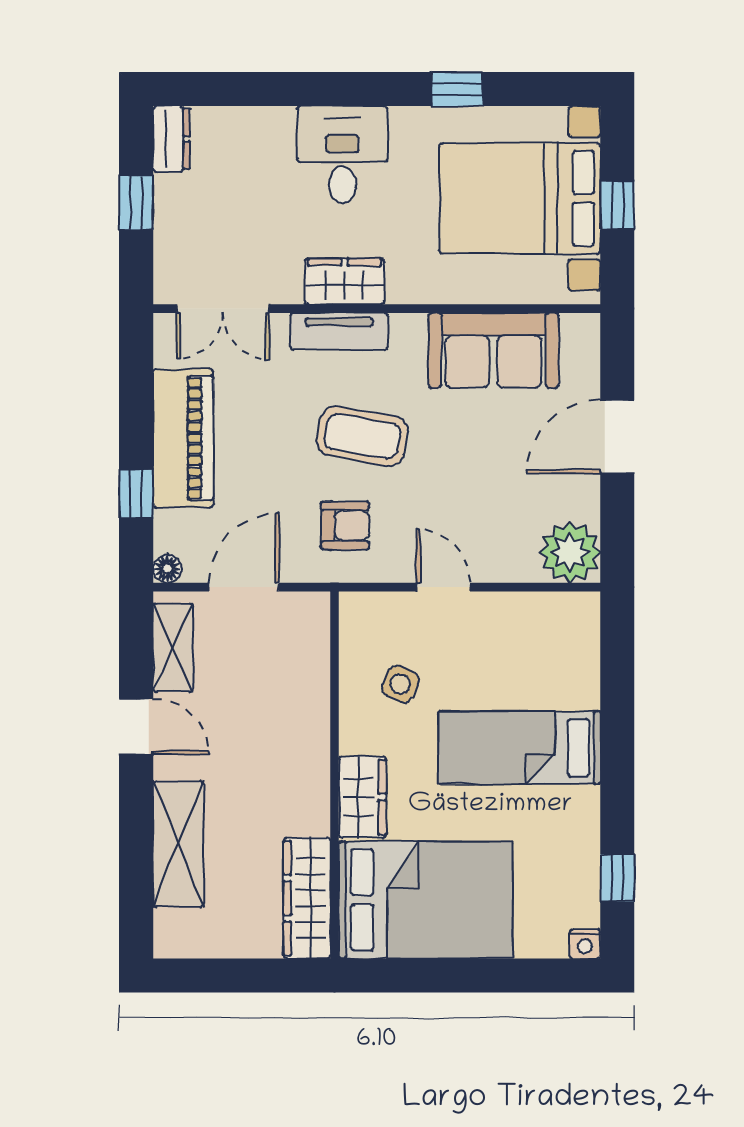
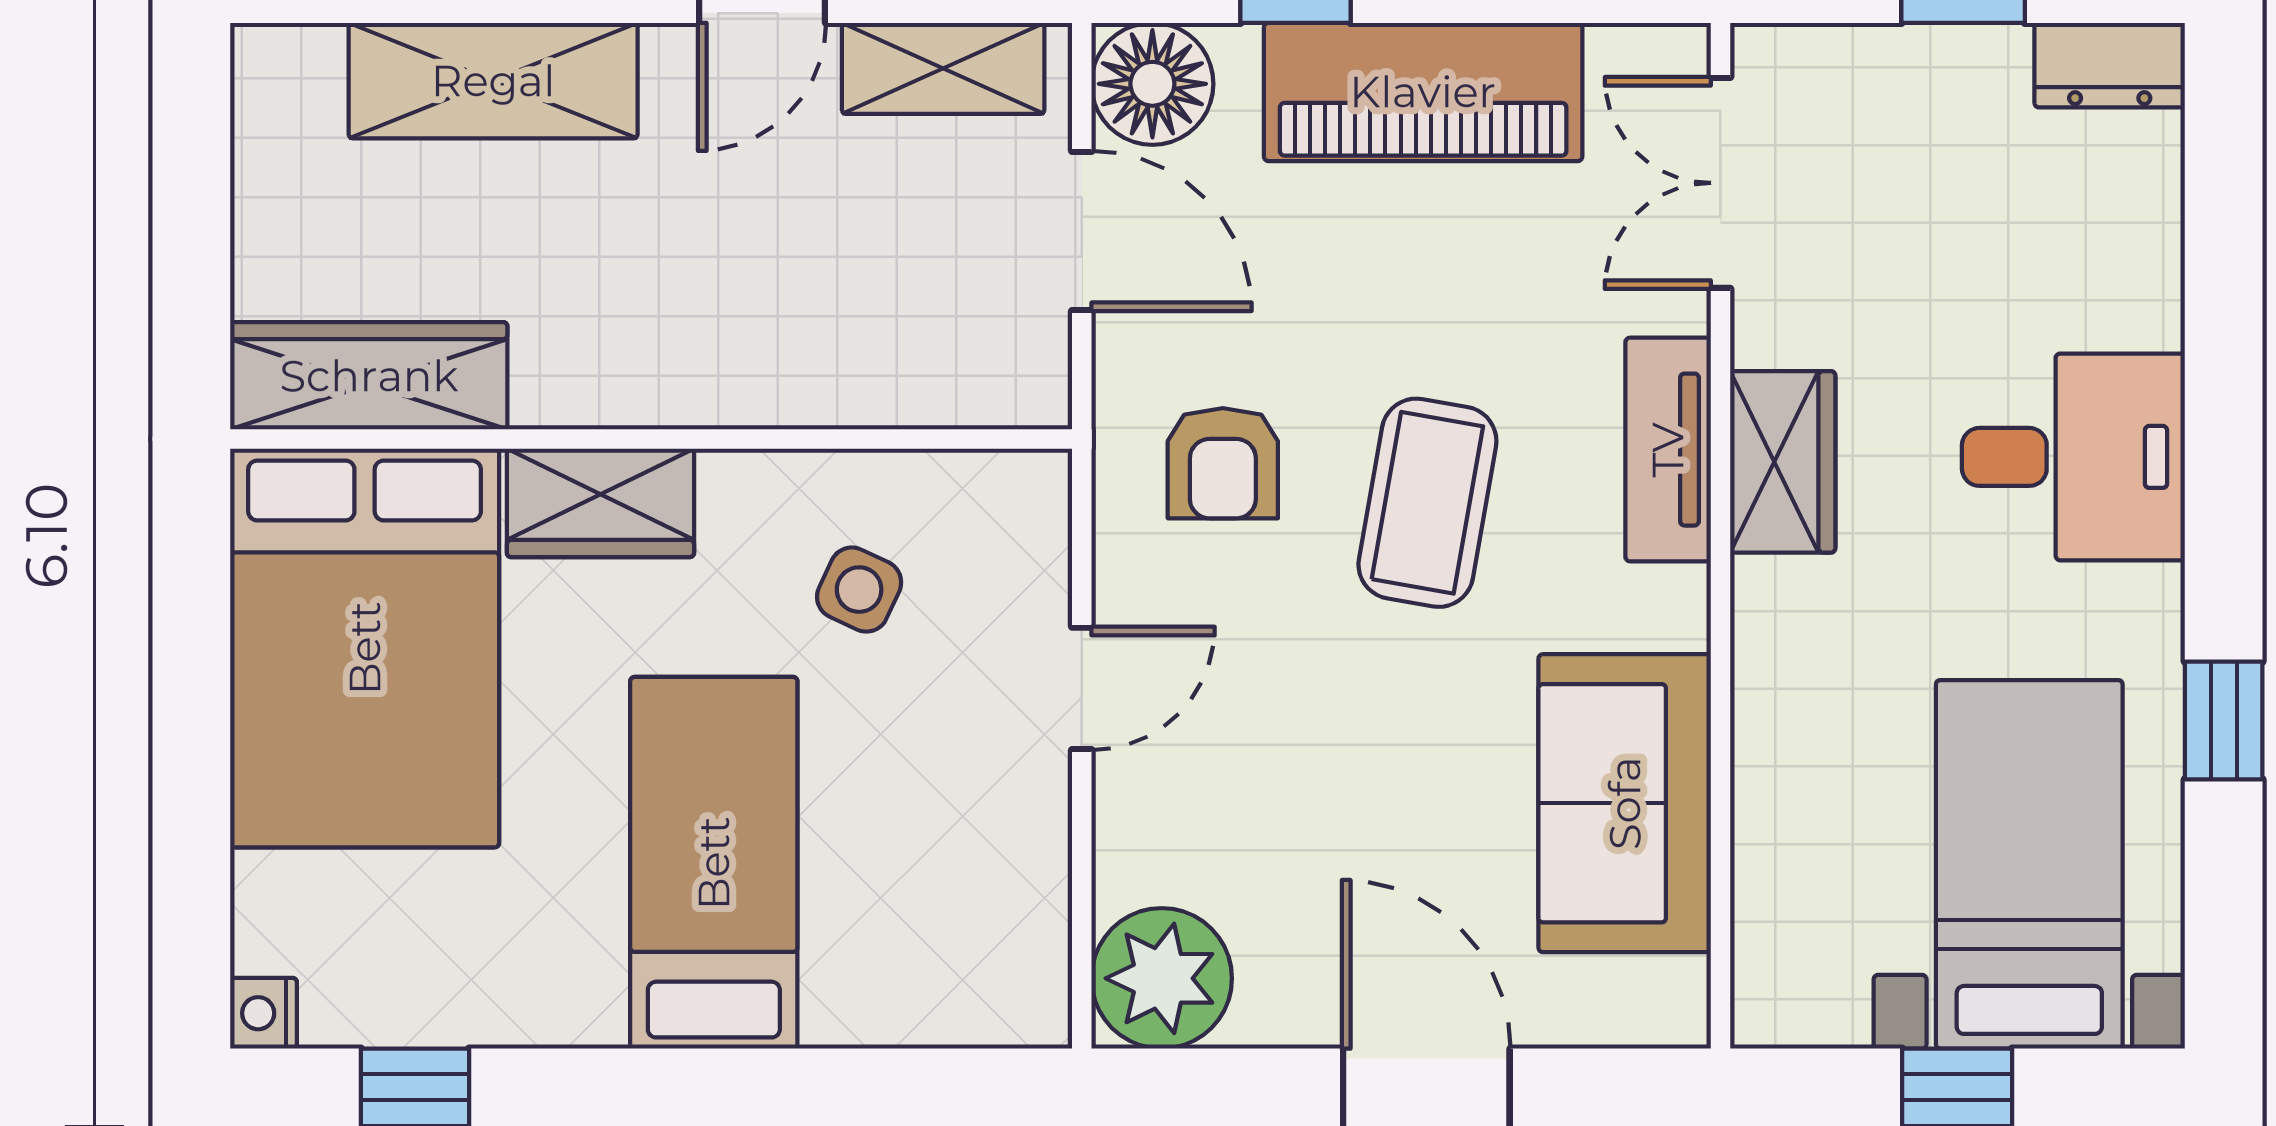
bed with nightstands: (520, 198) -> (2029, 864), width x0.73
floor lamp: (167, 569) -> (1152, 84), width x1.89, depth x1.89

